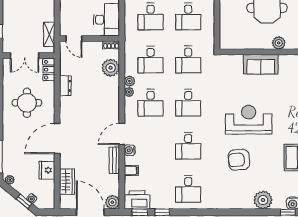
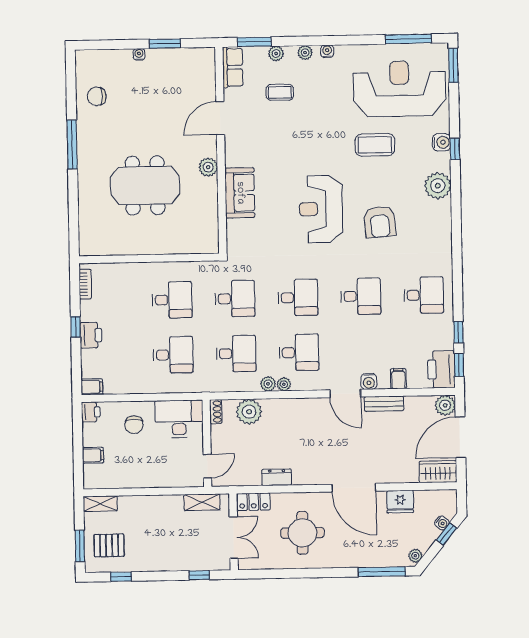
wardrobe: (67, 182) -> (438, 472), moved

